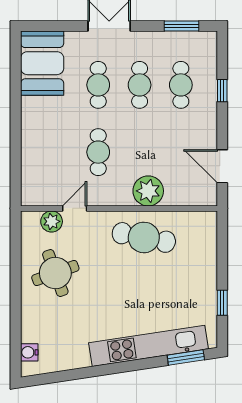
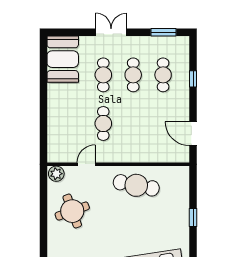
plant: (148, 191) -> (139, 152), removed
plant: (52, 221) -> (56, 174), moved
window: (222, 303) -> (193, 217), moved

